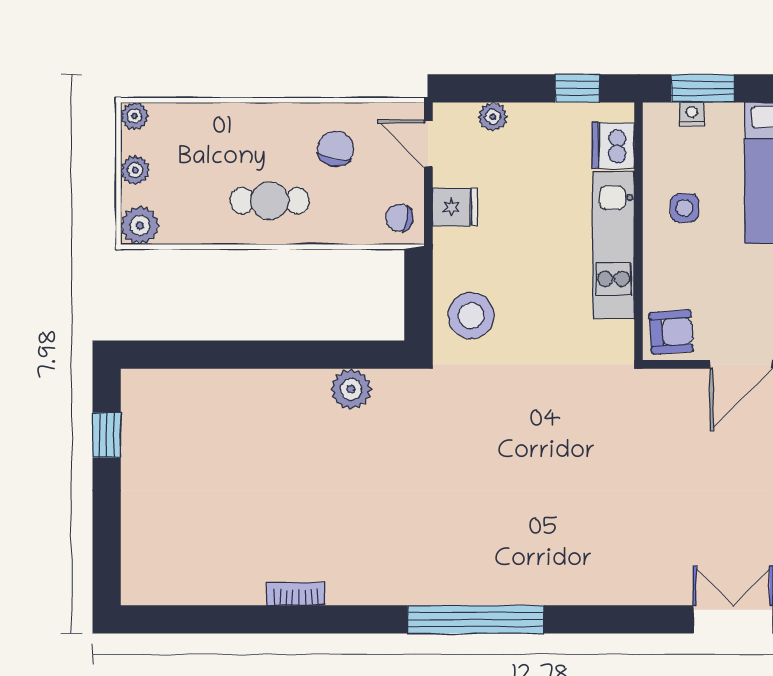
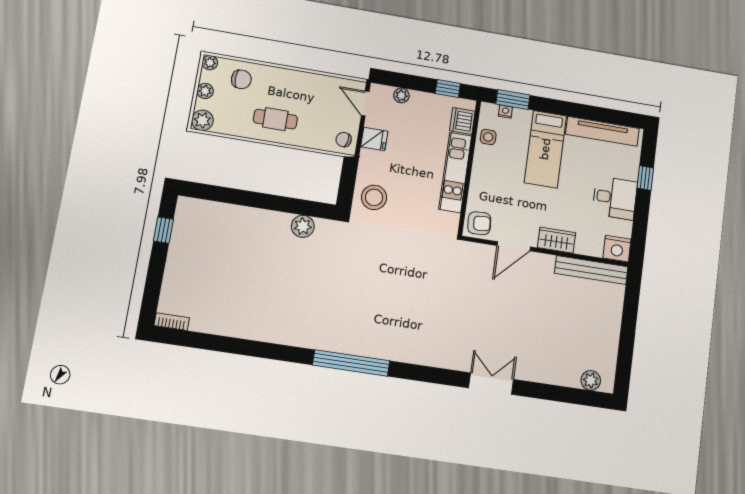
chair: (336, 149) -> (241, 79), moved, turned 78
side table: (685, 208) -> (488, 137), moved
bookcase: (296, 594) -> (172, 322), moved

